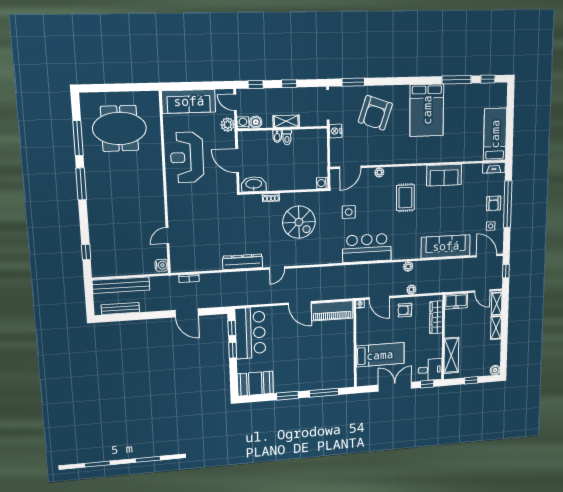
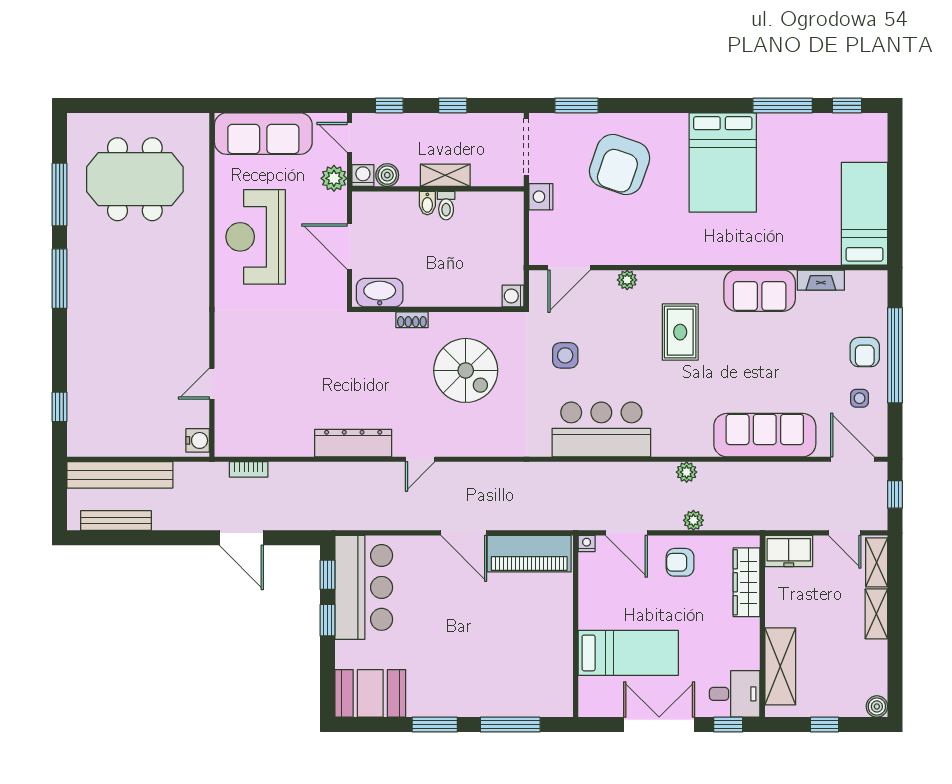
fireplace: (494, 168) -> (821, 280), moved

